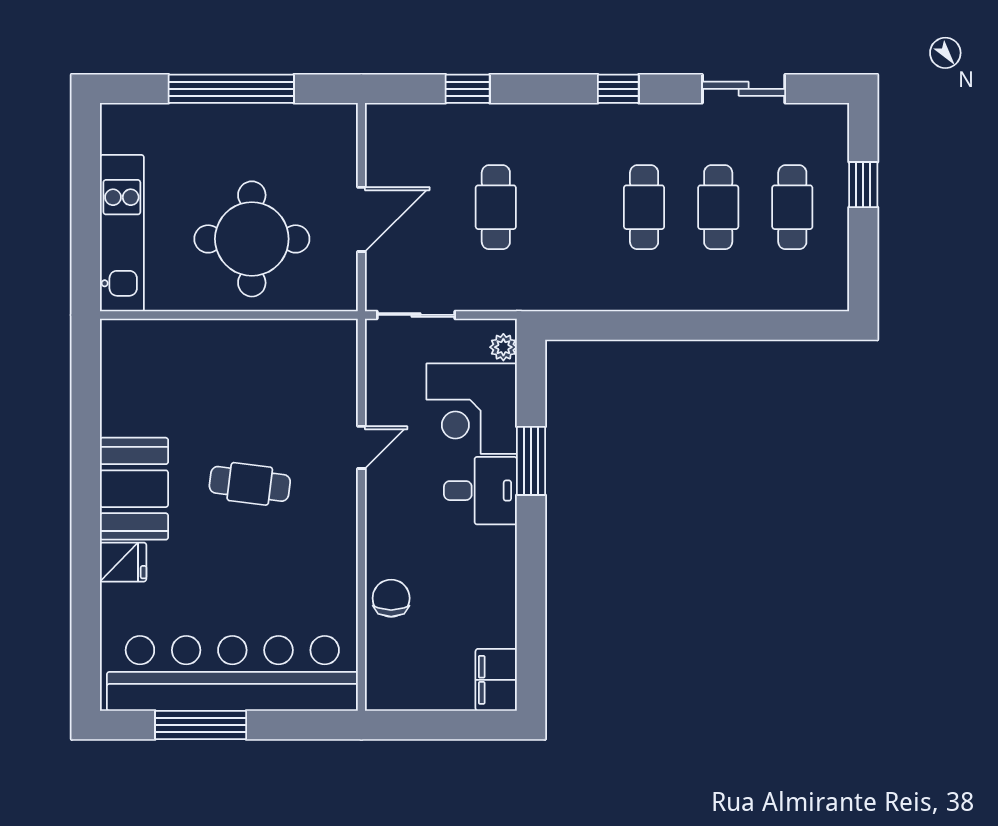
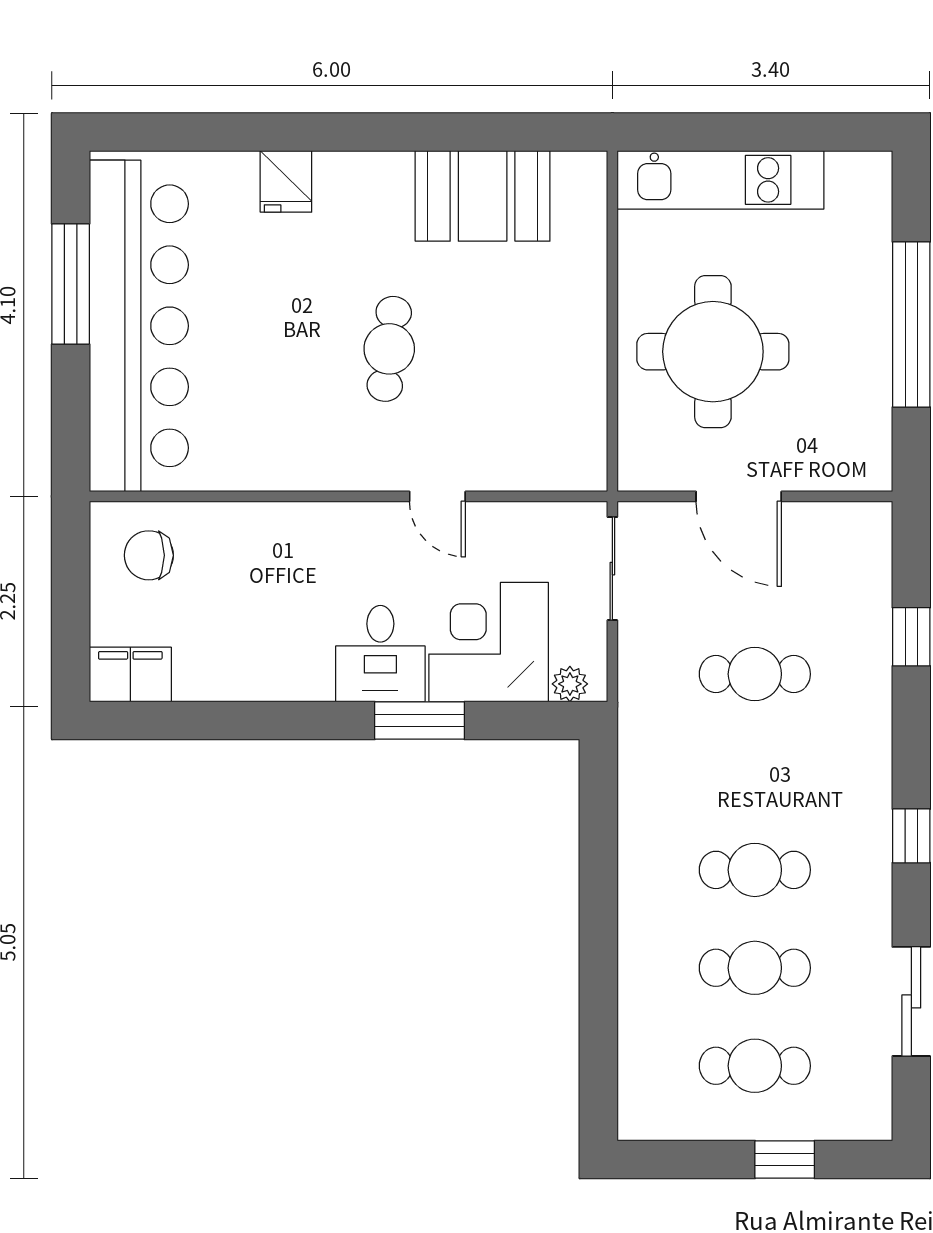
booth: (134, 489) -> (483, 196), moved
chair: (391, 598) -> (149, 555), moved, turned 180

